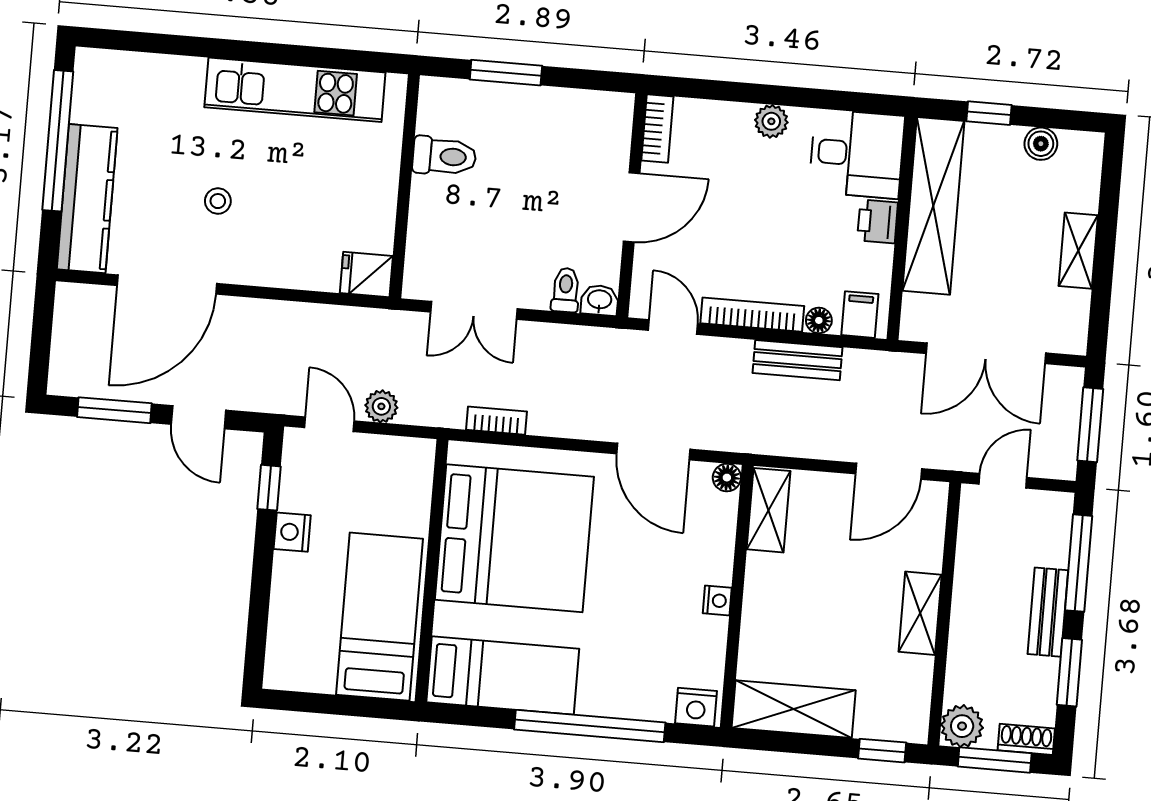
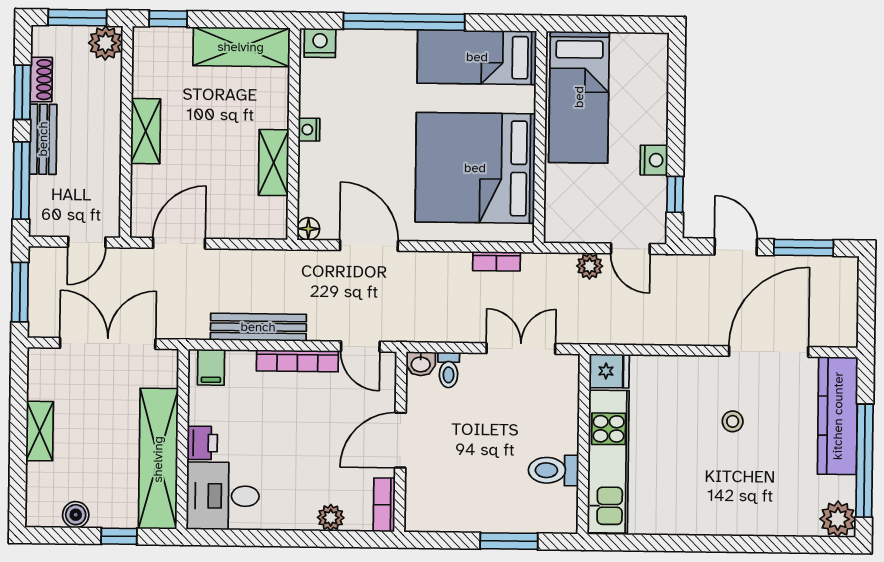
plant: (96, 71) -> (838, 519), added
kitchen unit: (295, 90) -> (608, 462), moved, turned 90
plant: (771, 121) -> (331, 518), moved
floor lamp: (819, 320) -> (244, 360), removed
bench: (798, 360) -> (258, 327), width x1.36
shelving: (768, 510) -> (274, 163), moved
shoe rack: (1026, 739) -> (41, 80), moved, turned -90

